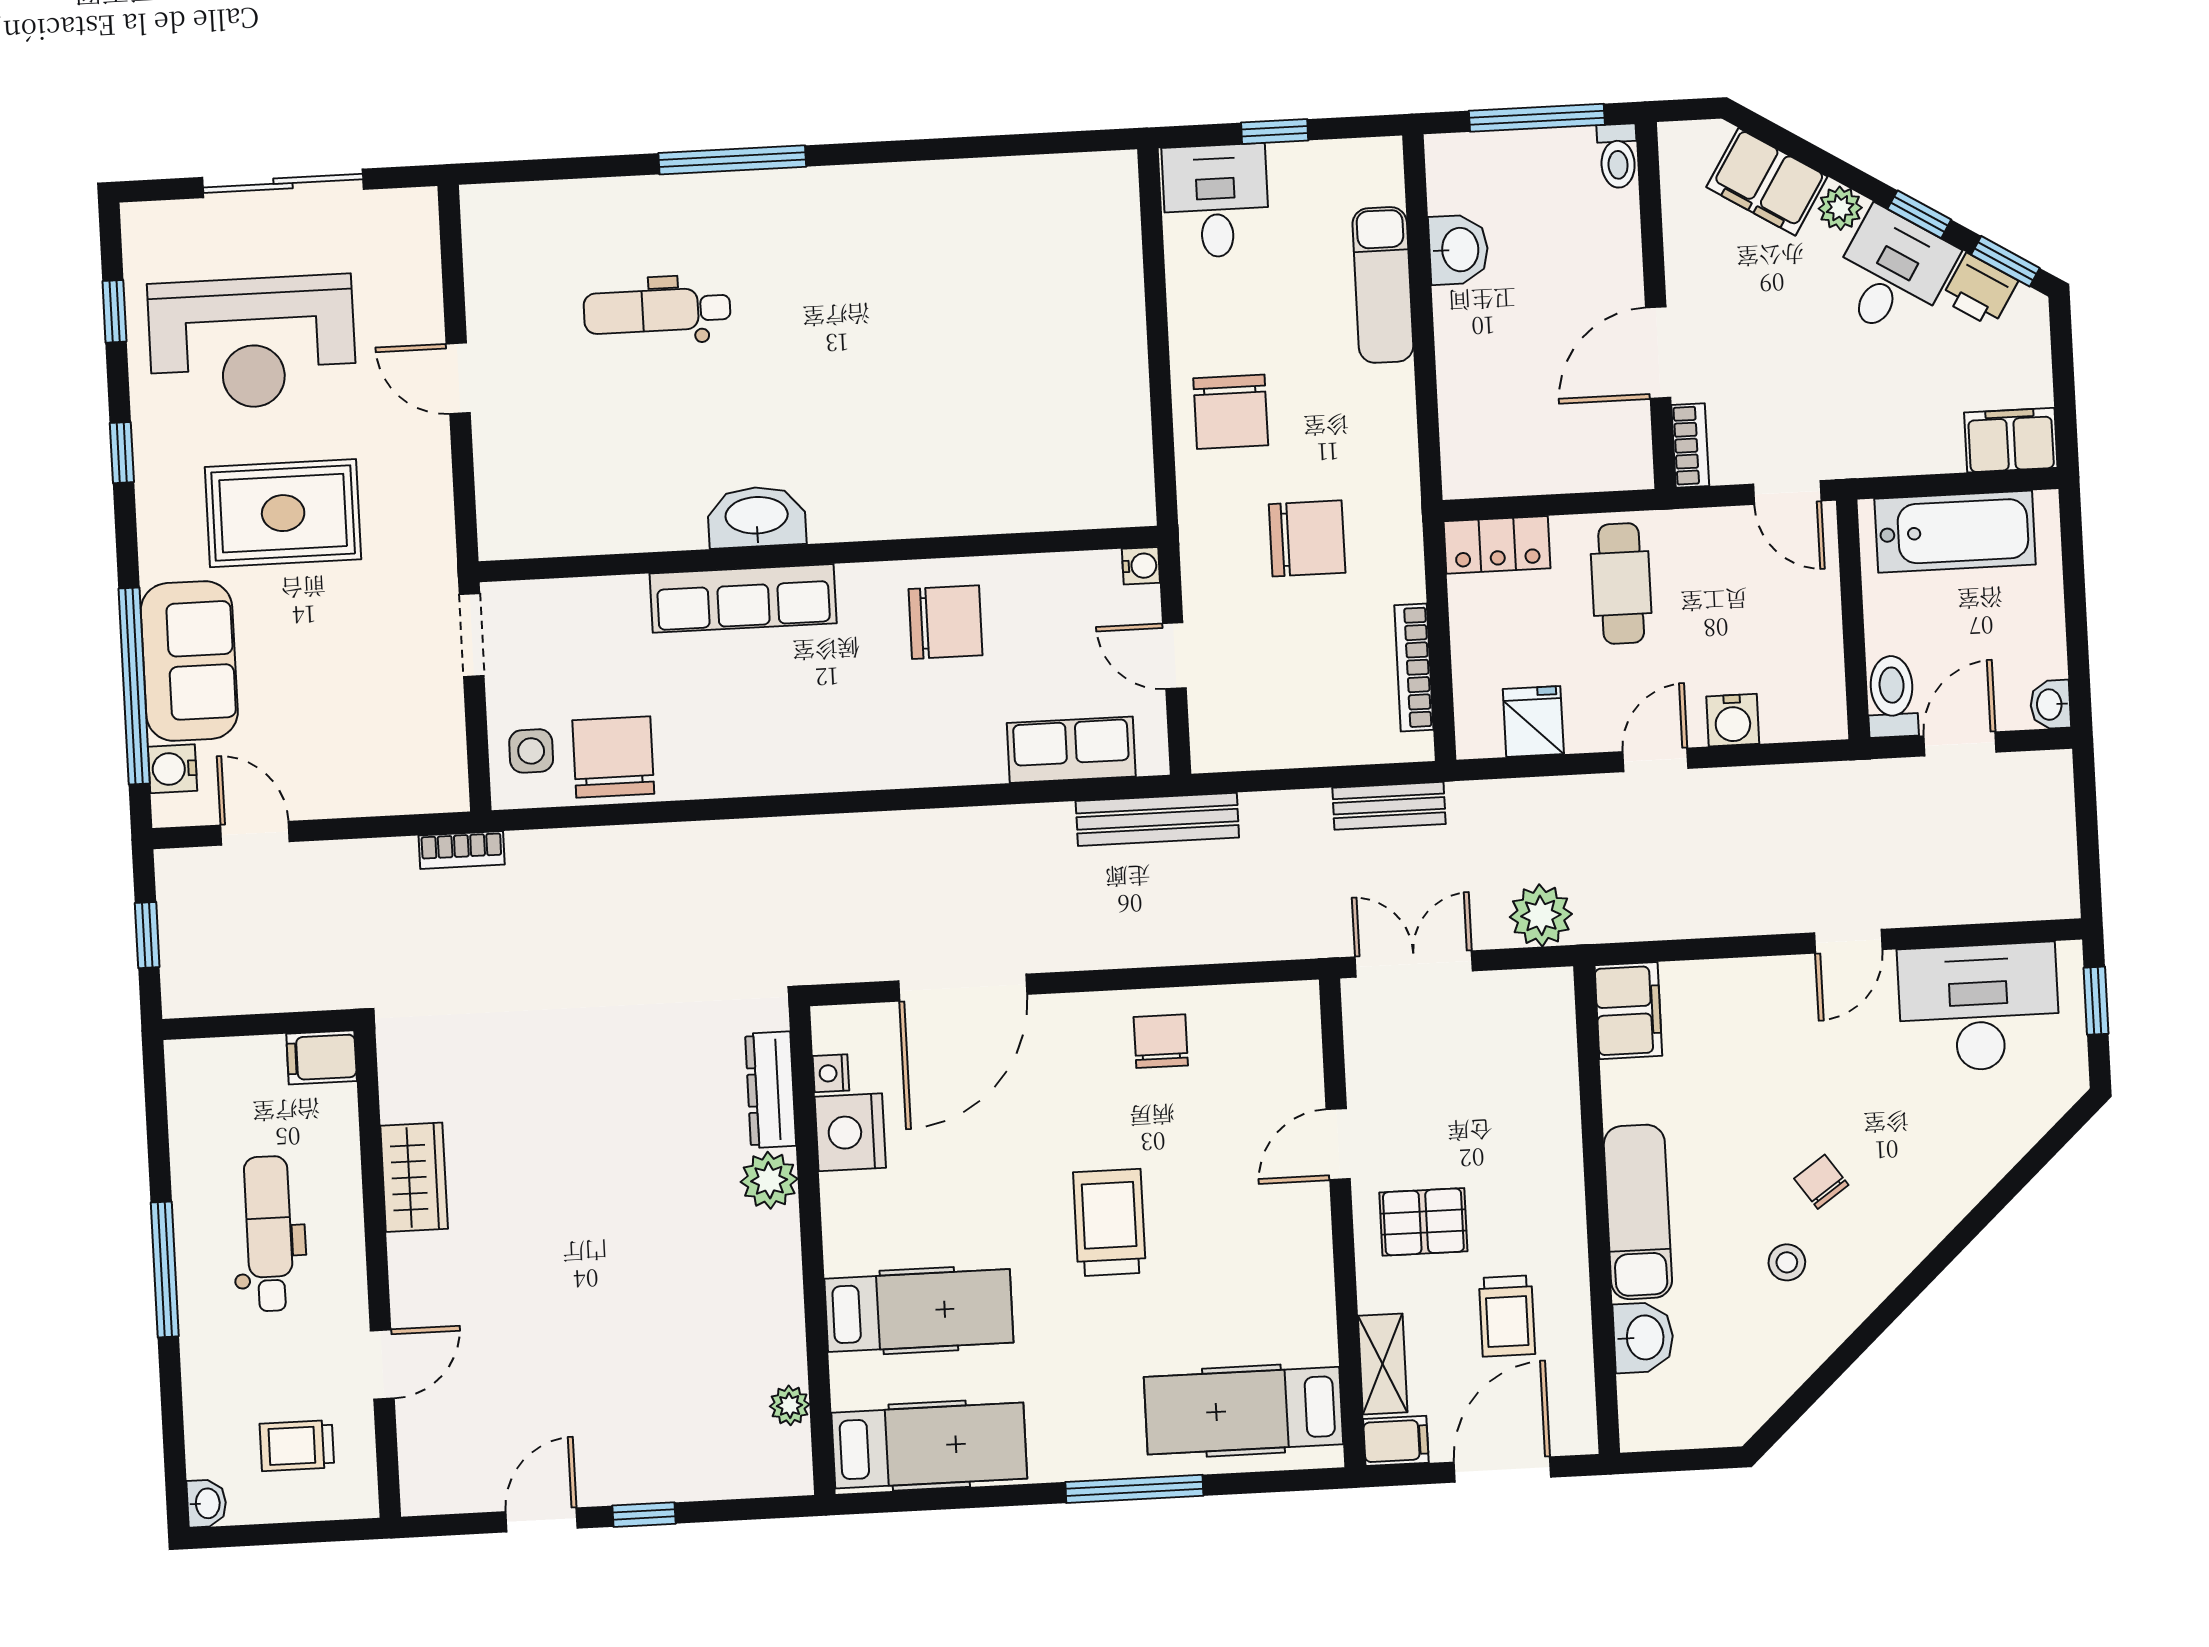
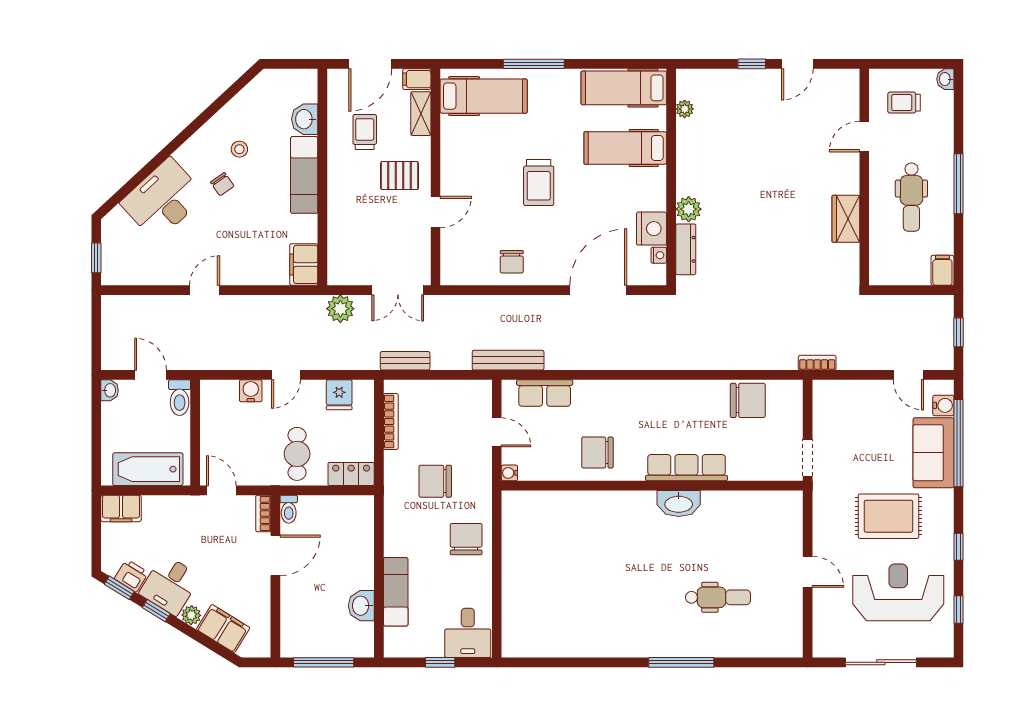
toilet: (1618, 156) -> (289, 509), moved, turned 180
door: (1960, 744) -> (151, 375), swing flipped
side table: (531, 751) -> (784, 405), removed
chair: (613, 757) -> (748, 400), turned -90
desk: (1979, 1007) -> (163, 199), moved, turned 137
filing cabinet: (322, 1057) -> (942, 270), moved, turned -90
trolley: (297, 1446) -> (904, 103), turned 180

